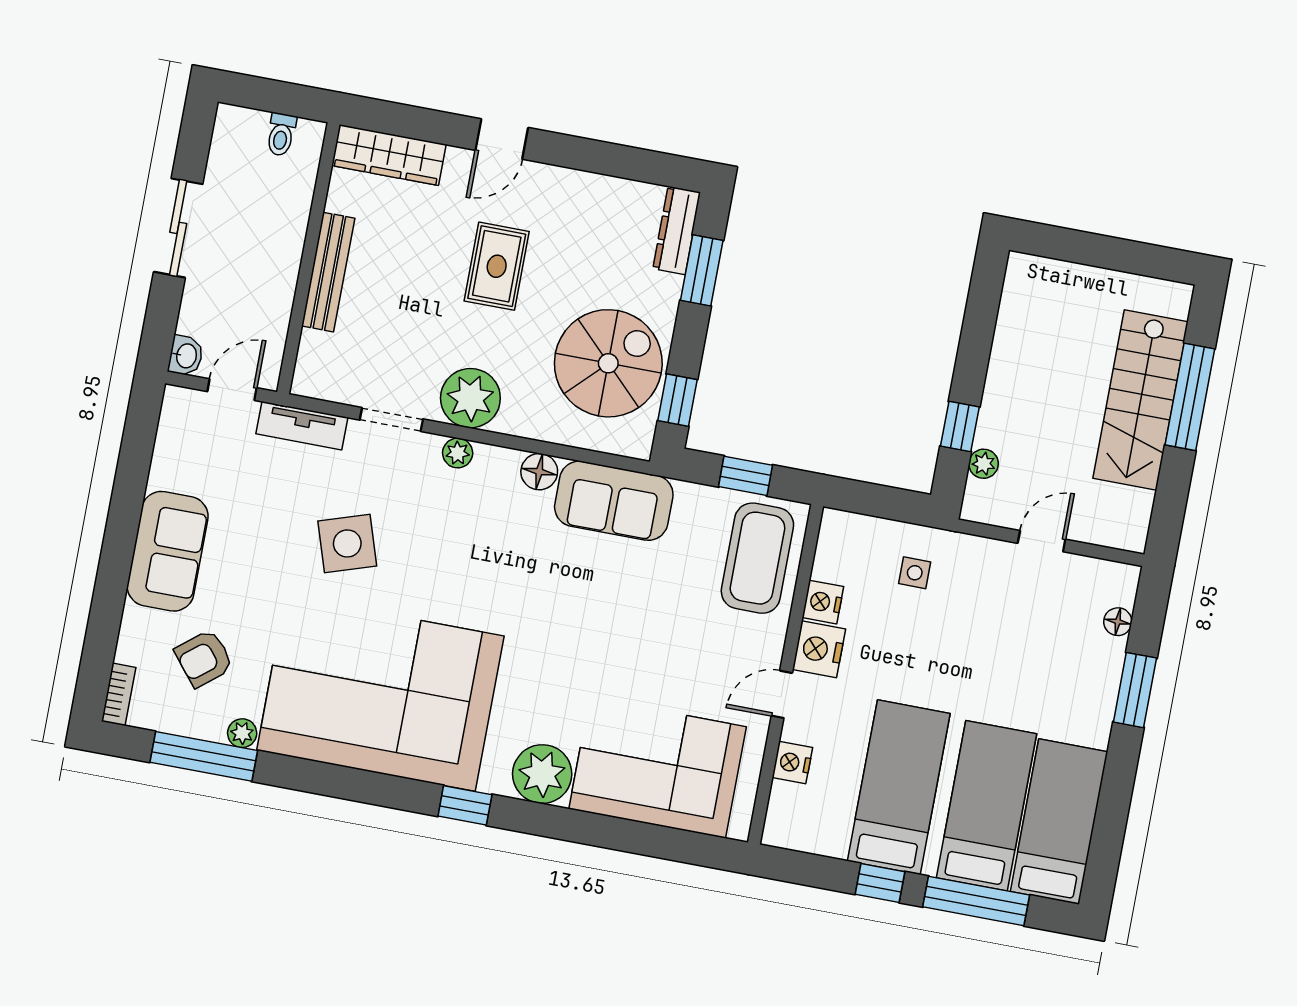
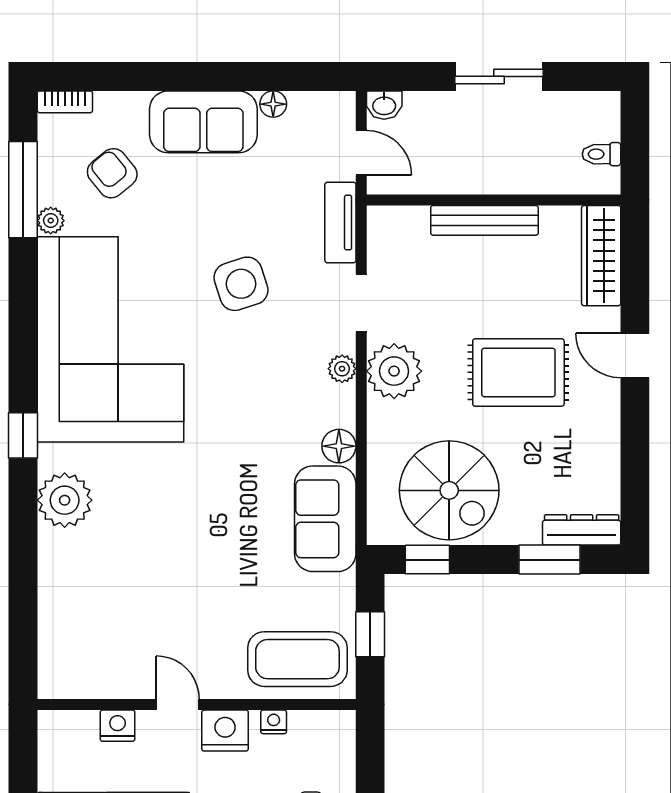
rug: (497, 266) -> (518, 372), width x1.36, depth x1.43
floor lamp: (163, 473) -> (273, 104), added
nightstand: (823, 602) -> (274, 722), width x0.72, depth x0.74
corner sofa: (658, 768) -> (90, 604), removed

